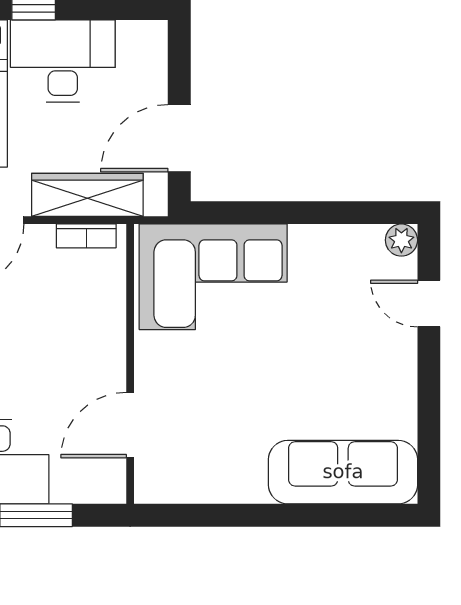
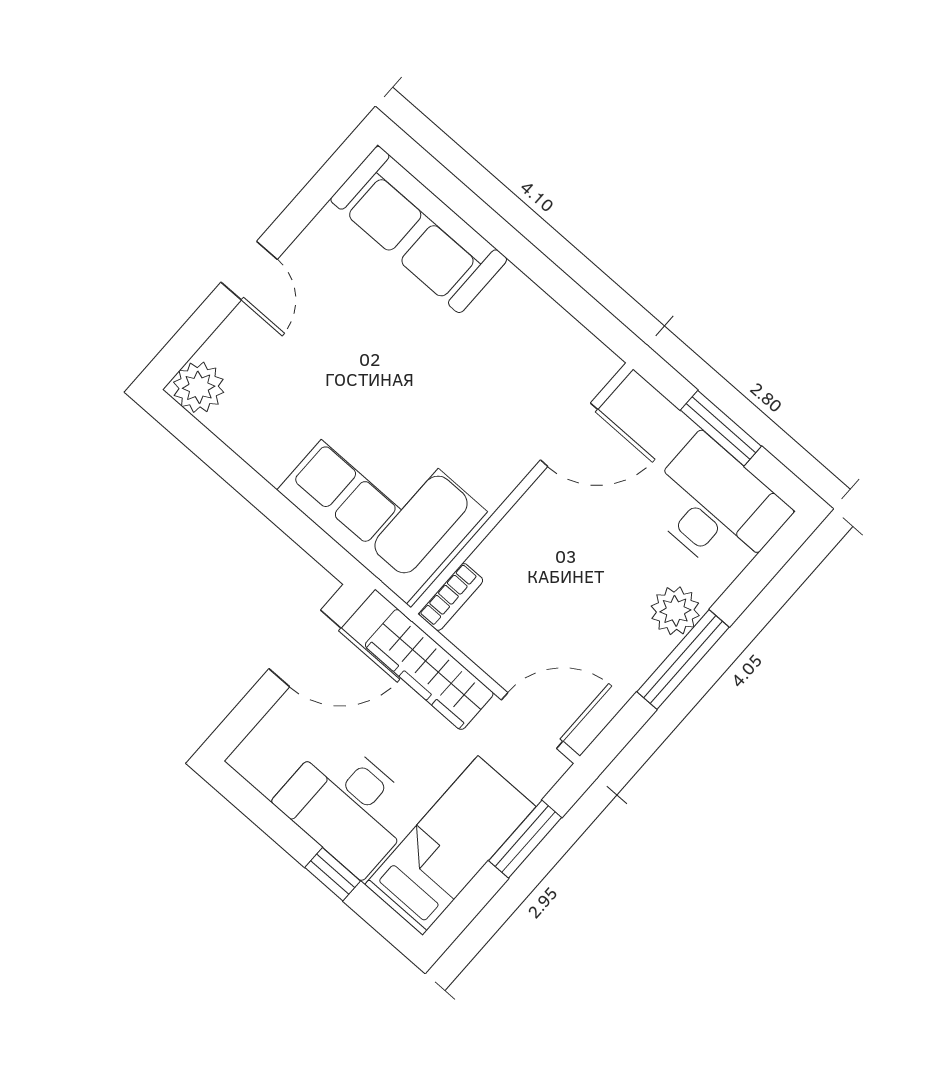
bookcase: (86, 236) -> (451, 597), moved, turned 90
plant: (401, 240) -> (199, 387), width x1.38, depth x1.38
door: (429, 304) -> (249, 271), moved

